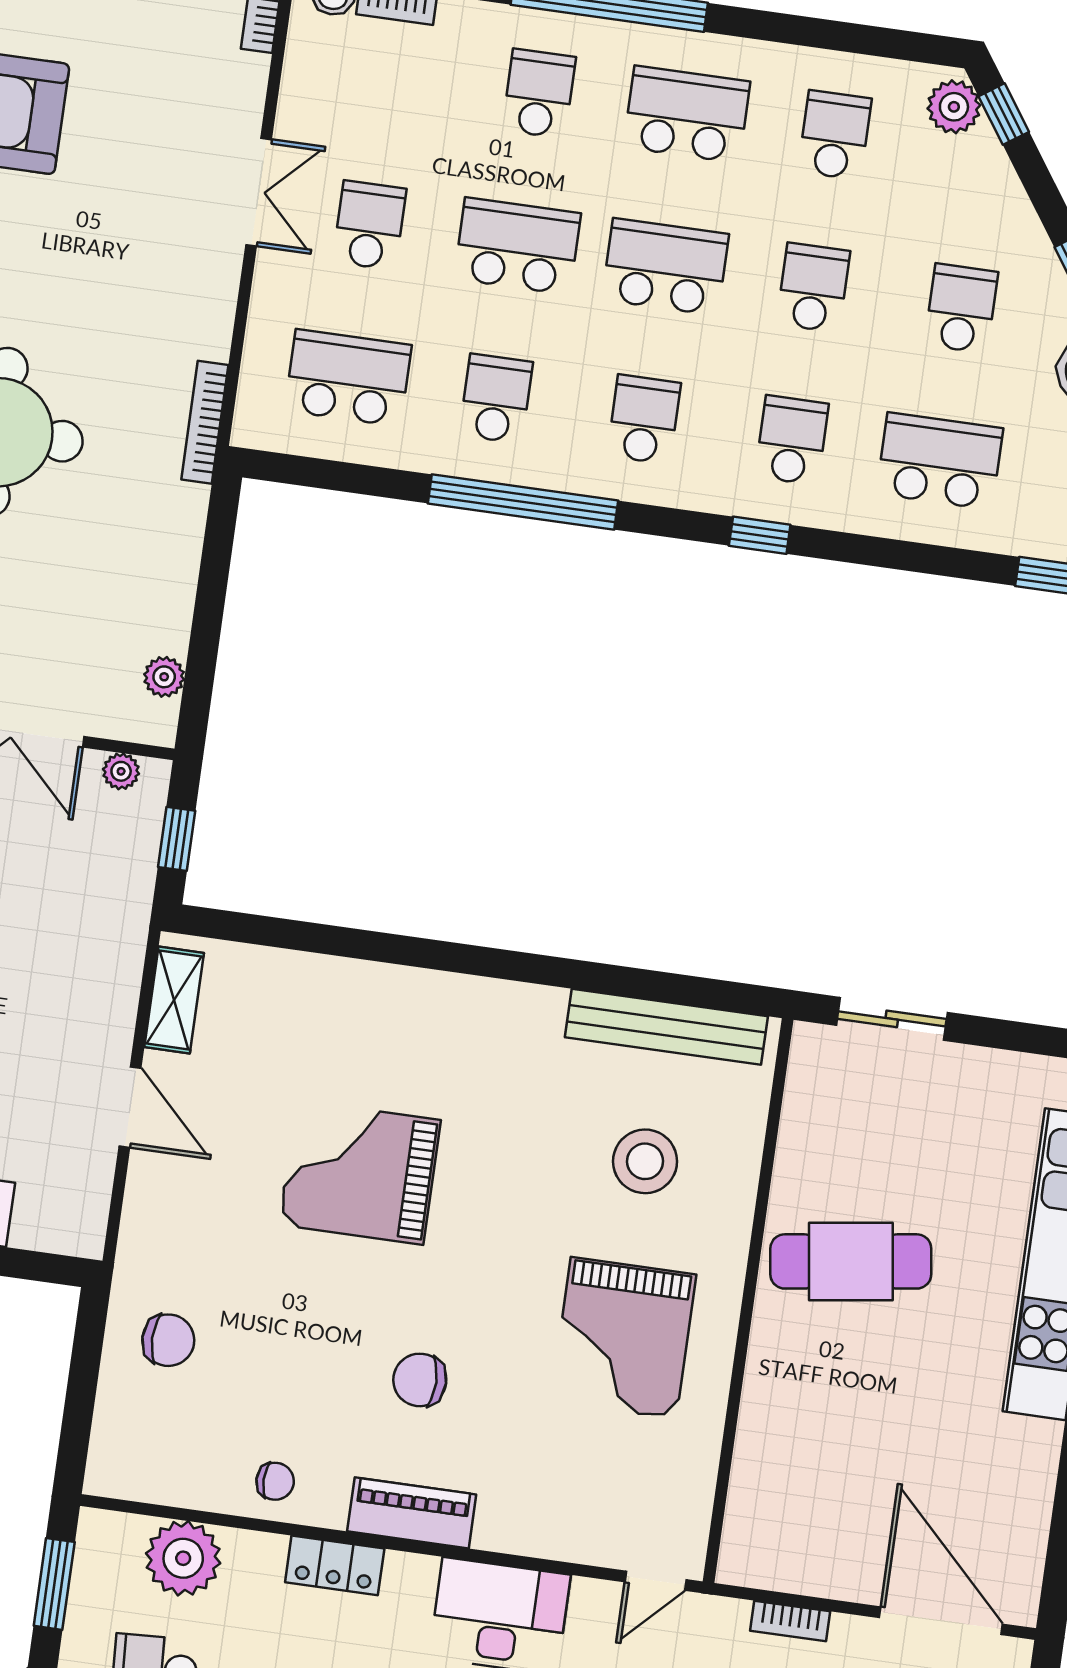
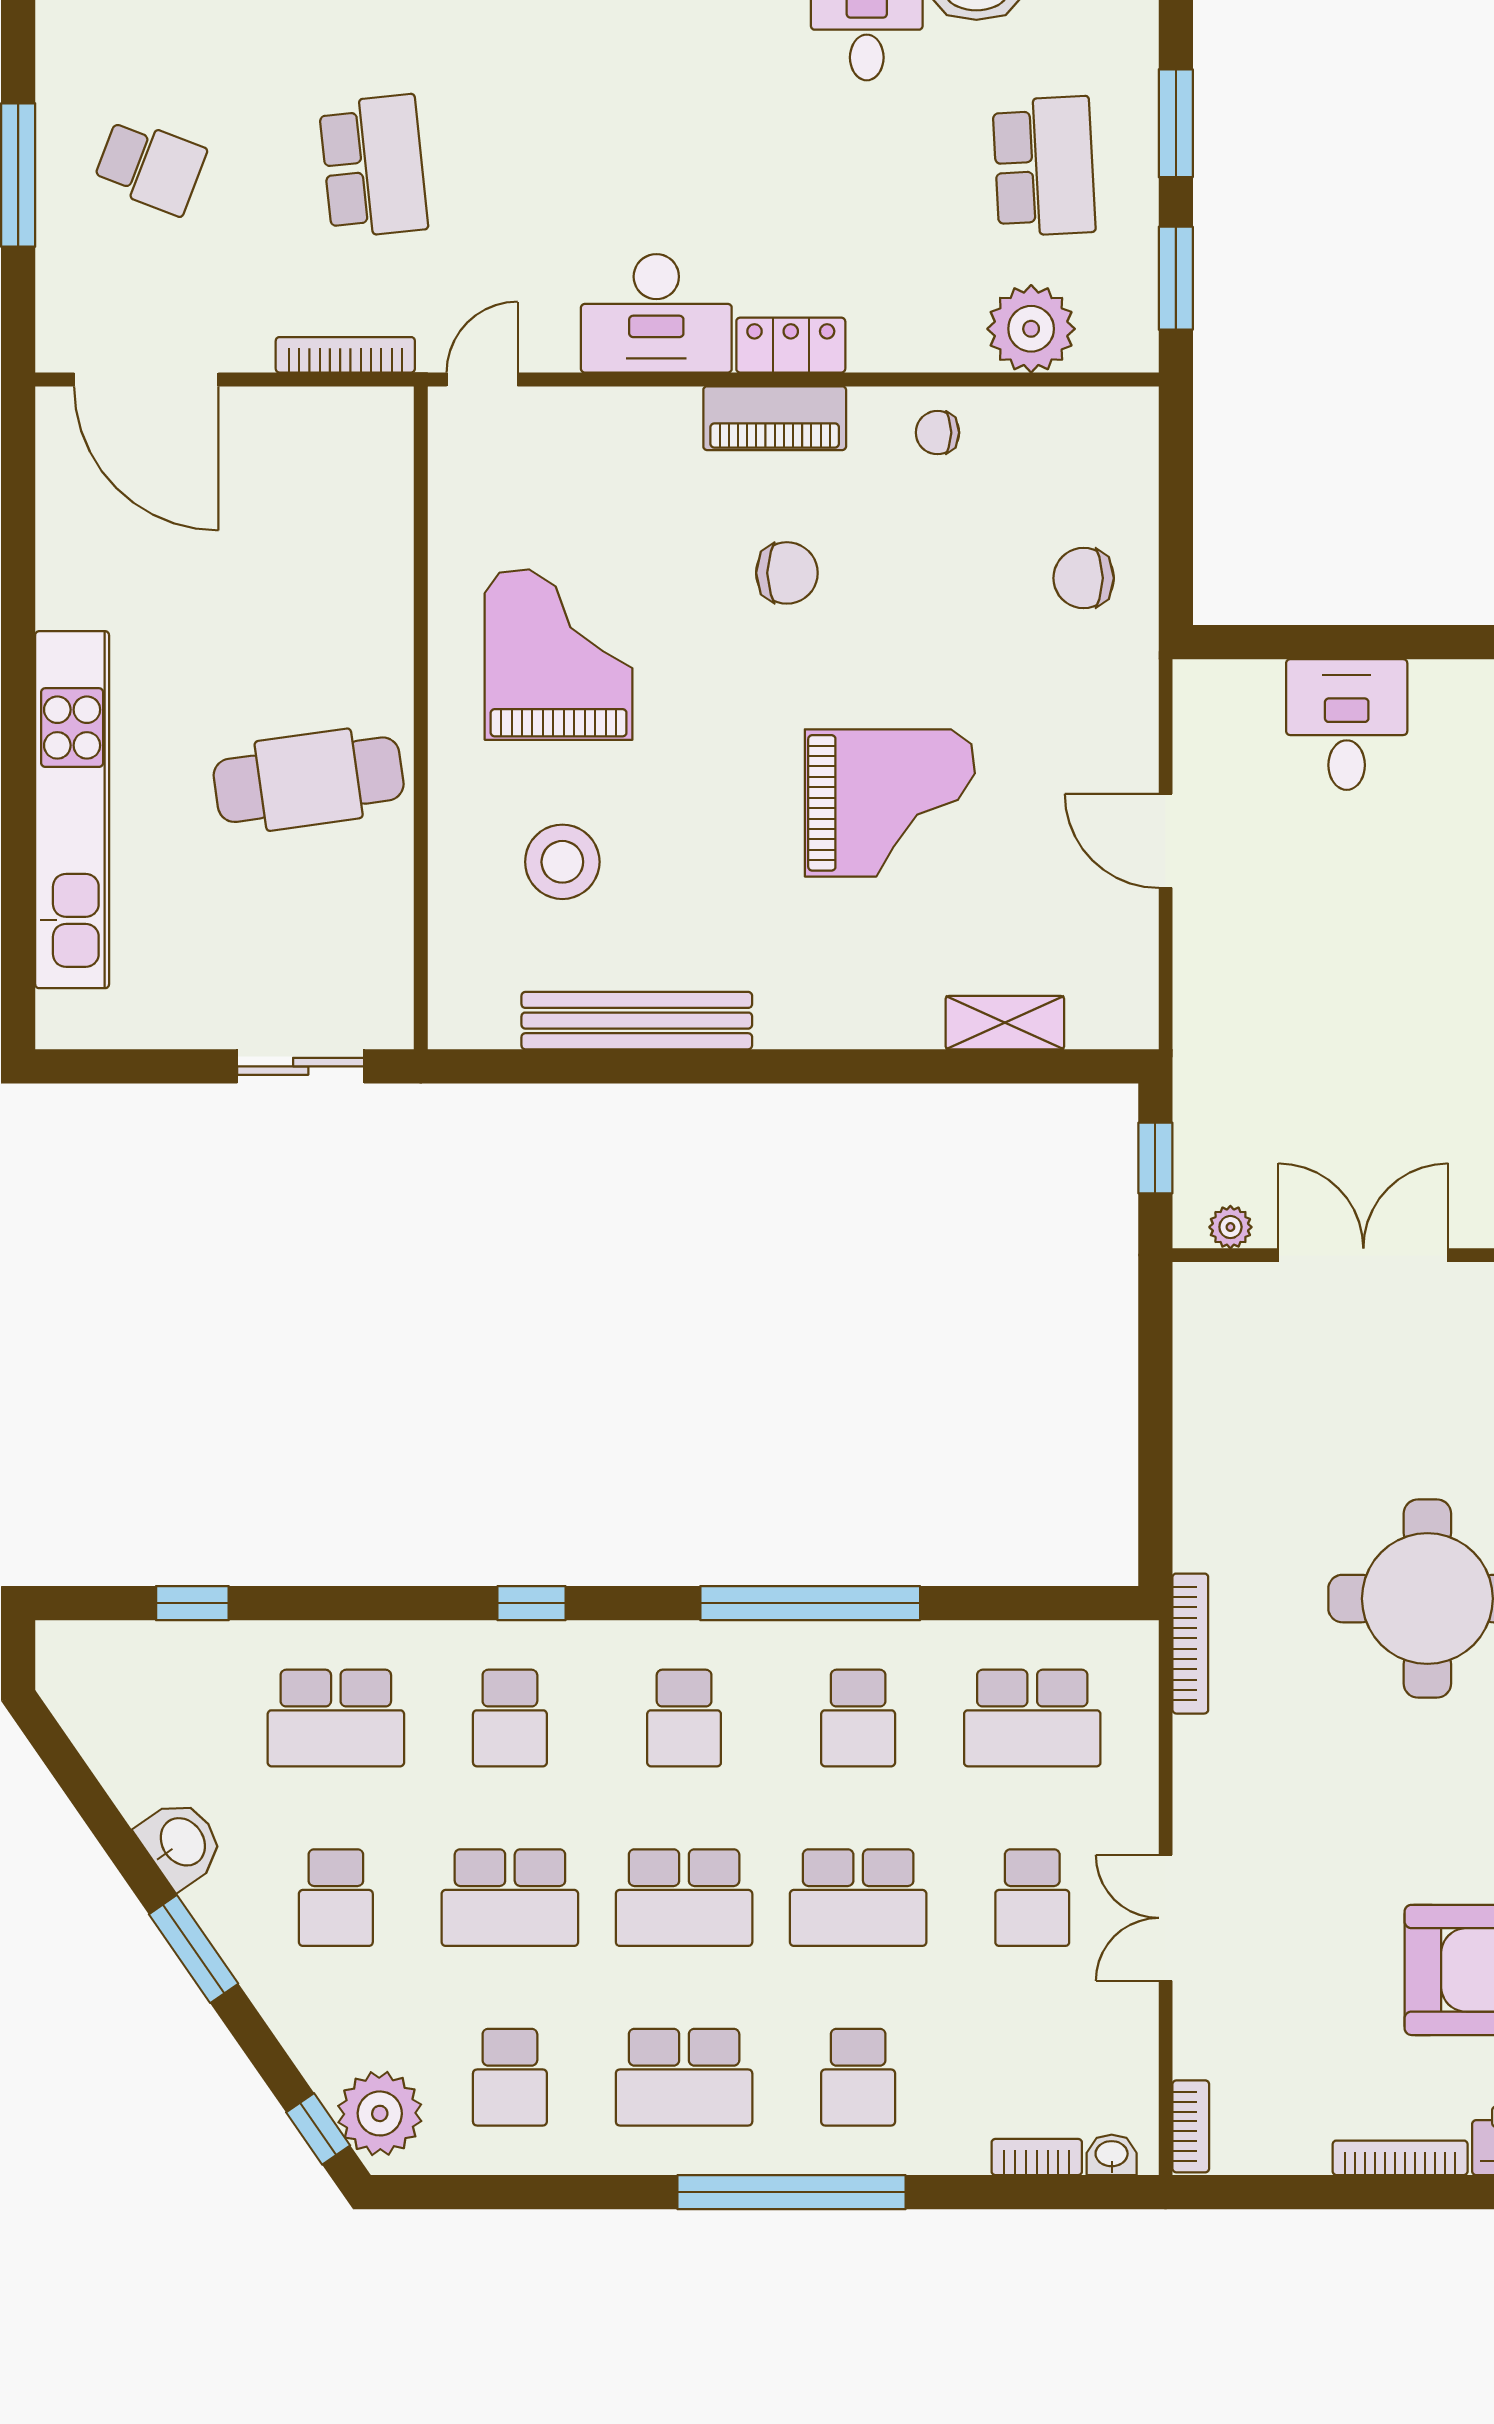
plant: (954, 107) -> (380, 2113), width x1.36, depth x1.36
school desk: (813, 288) -> (510, 1898), width x1.85
plant: (164, 677) -> (1196, 1343), removed
shelving: (174, 1000) -> (1005, 1023), moved, turned 90
bench: (666, 1027) -> (637, 1021), moved
locker: (335, 1565) -> (791, 345), moved
bookcase: (790, 1621) -> (345, 355), width x1.56

